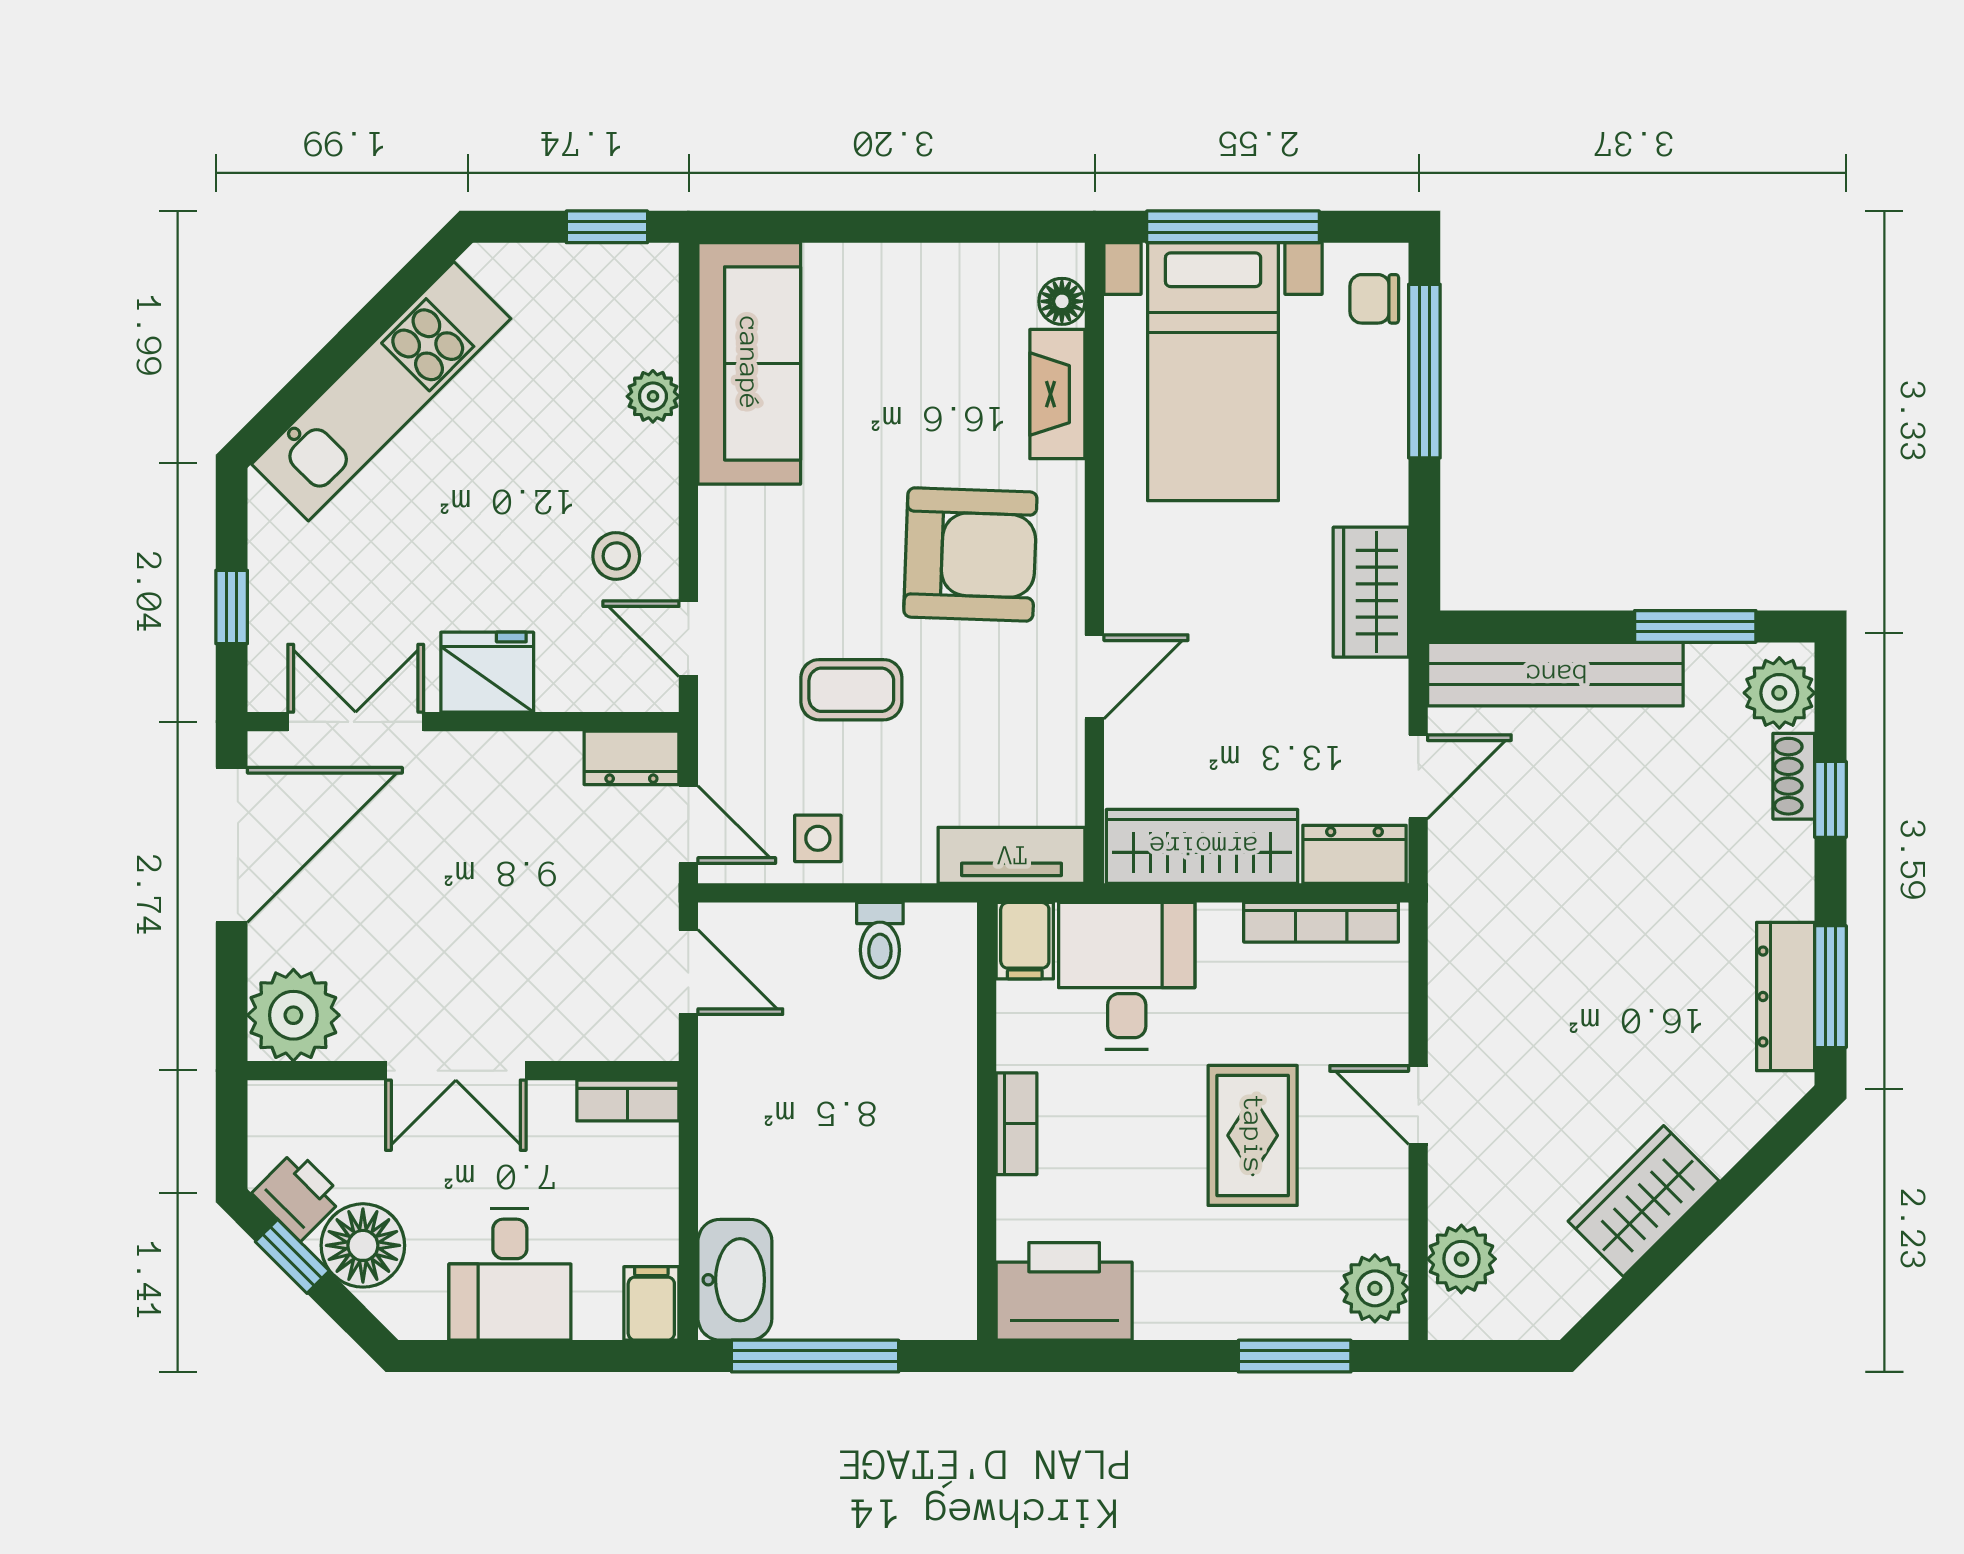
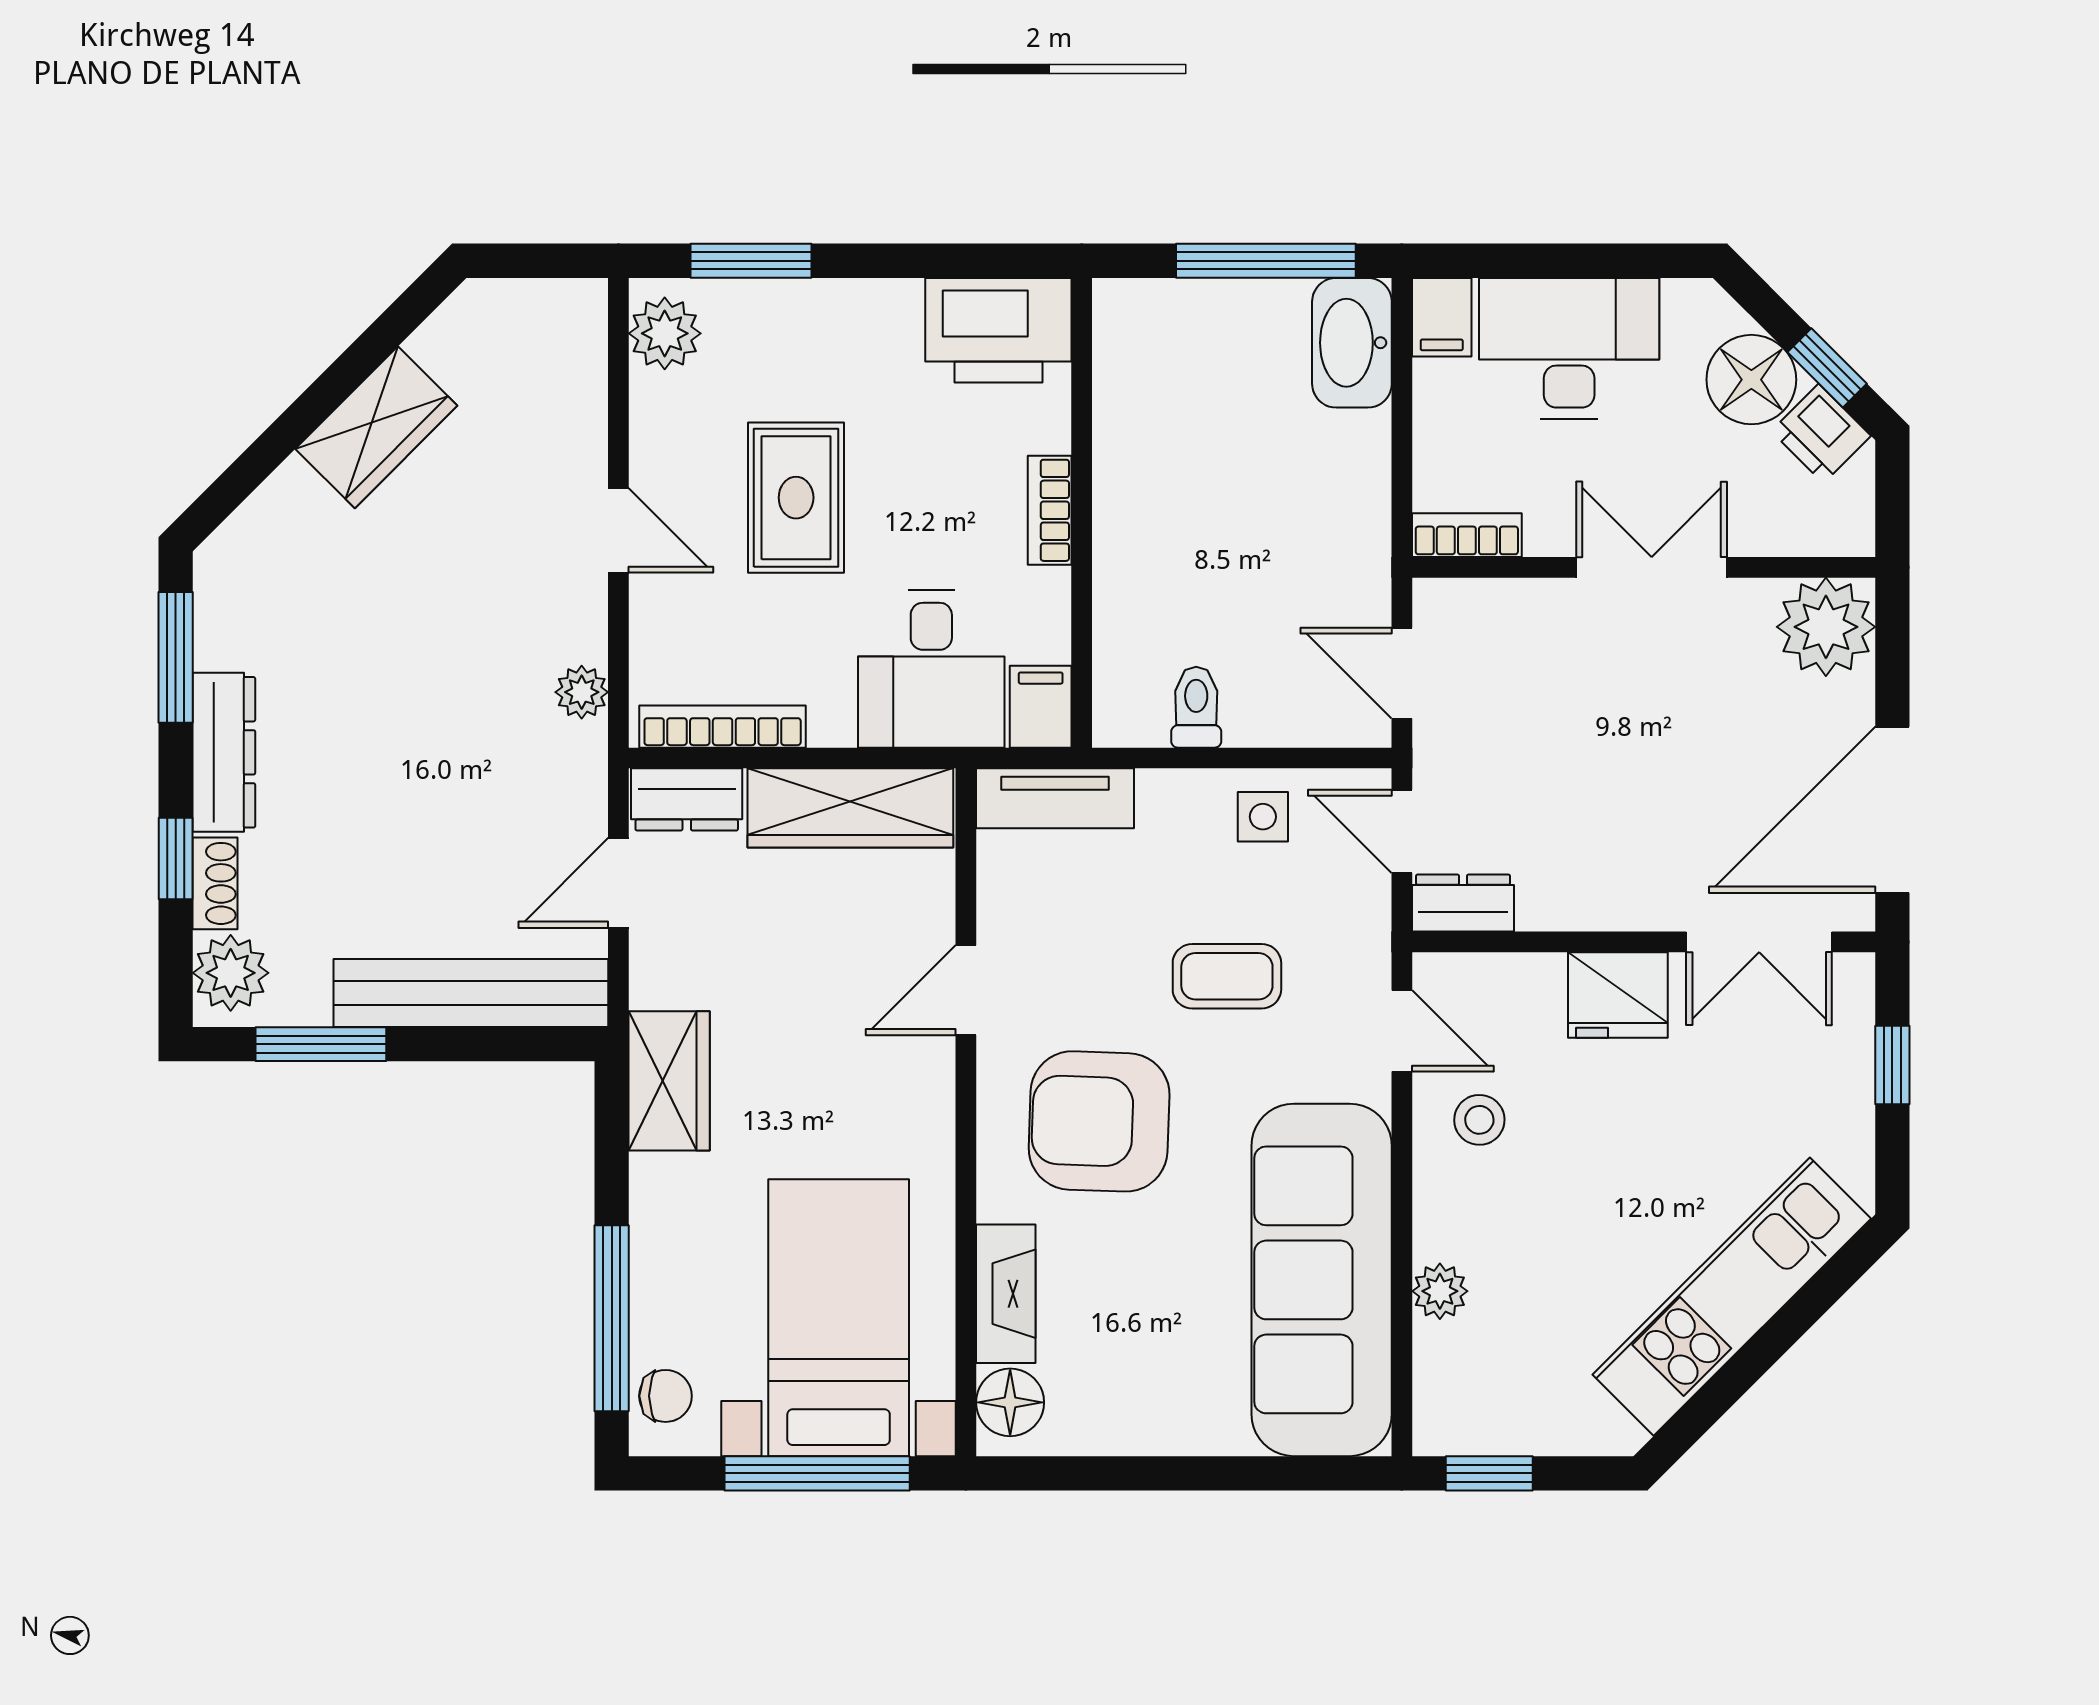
floor lamp: (1062, 301) -> (1010, 1402), width x1.37, depth x1.37
sofa: (749, 363) -> (1322, 1280), width x1.36, depth x1.27
dresser: (1786, 997) -> (224, 752), moved
plant: (1461, 1259) -> (582, 692), moved, width x0.73, depth x0.73
desk: (510, 1274) -> (1569, 348), width x1.37

